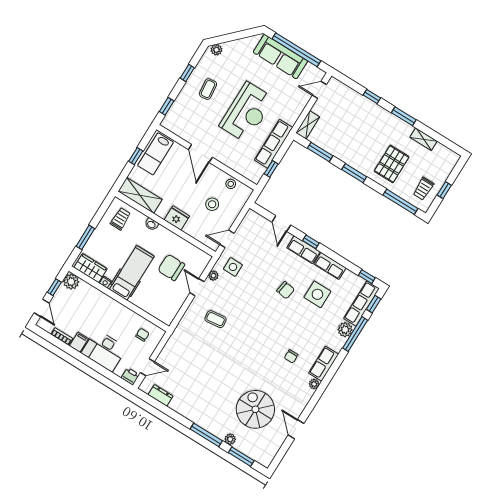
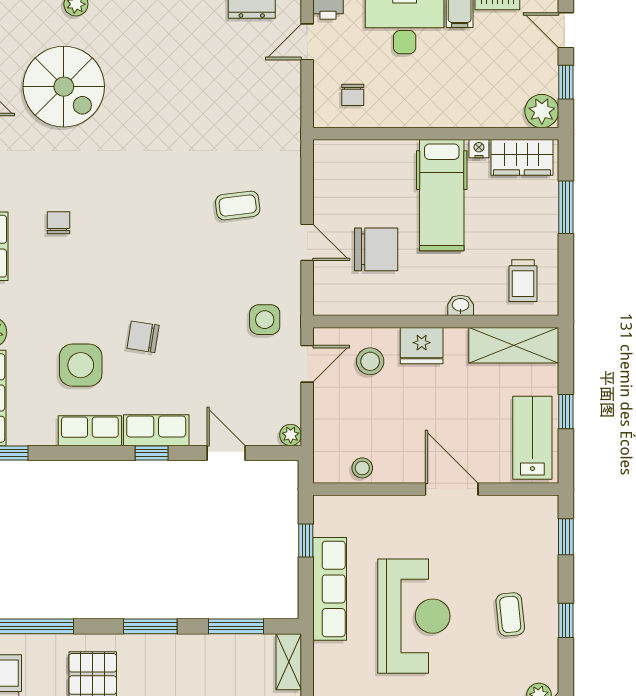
reception desk: (247, 112) -> (414, 616), turned 180
stool: (212, 204) -> (370, 361), moved
plant: (213, 276) -> (291, 435), moved

